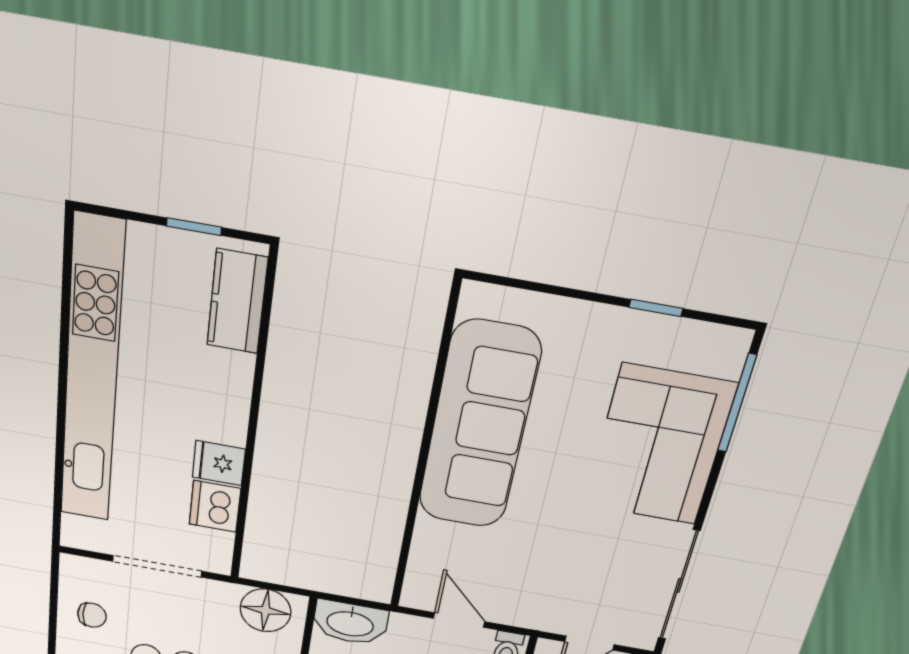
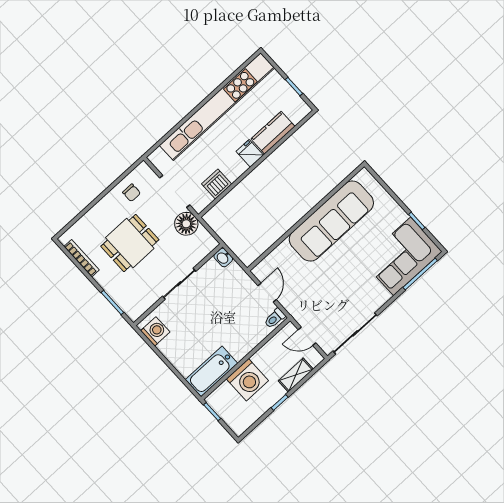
kitchen counter: (237, 302) -> (273, 133), moved
corner sofa: (659, 445) -> (402, 256), moved
fridge: (219, 463) -> (250, 153), moved
floor lamp: (265, 610) -> (186, 224), moved
washbasin: (350, 623) -> (223, 257), width x0.52, depth x0.69

